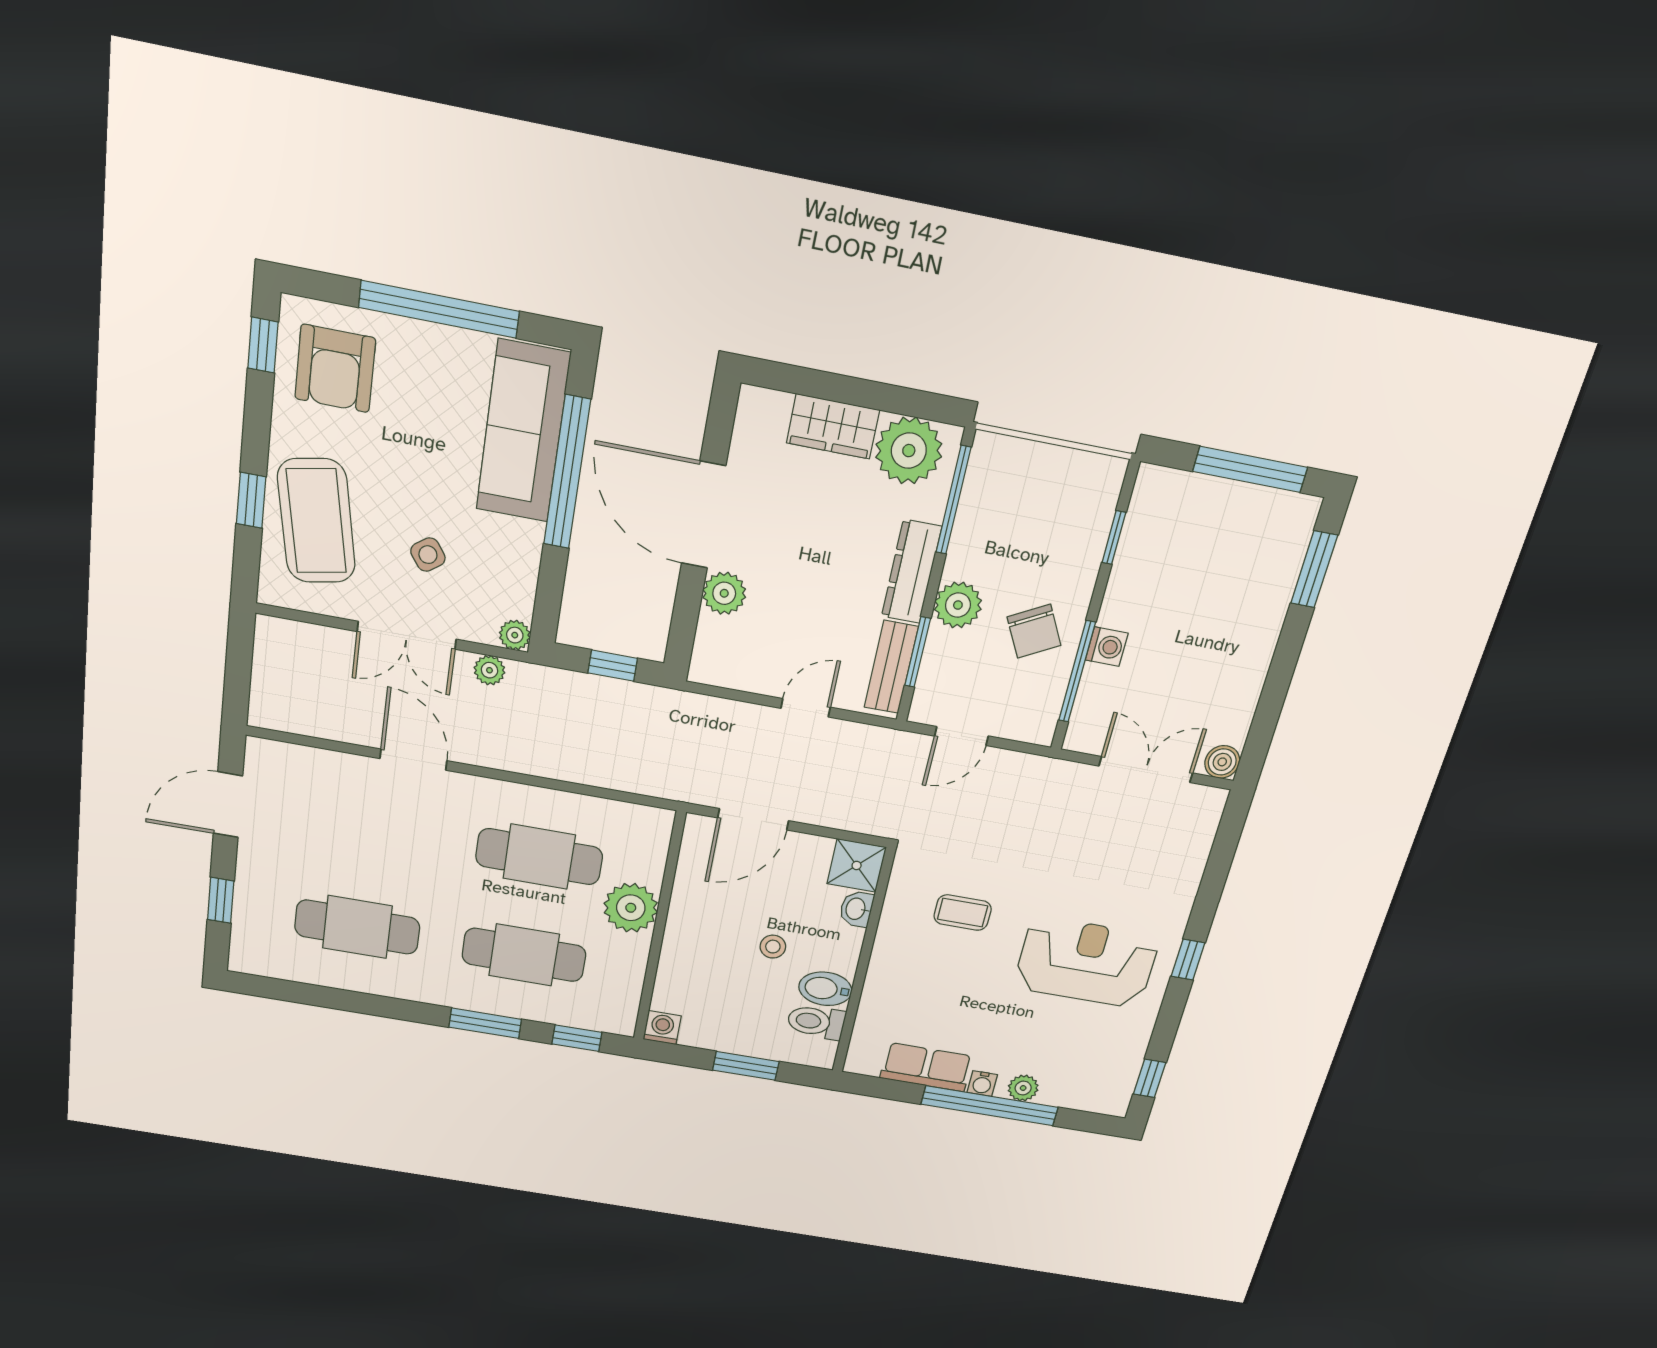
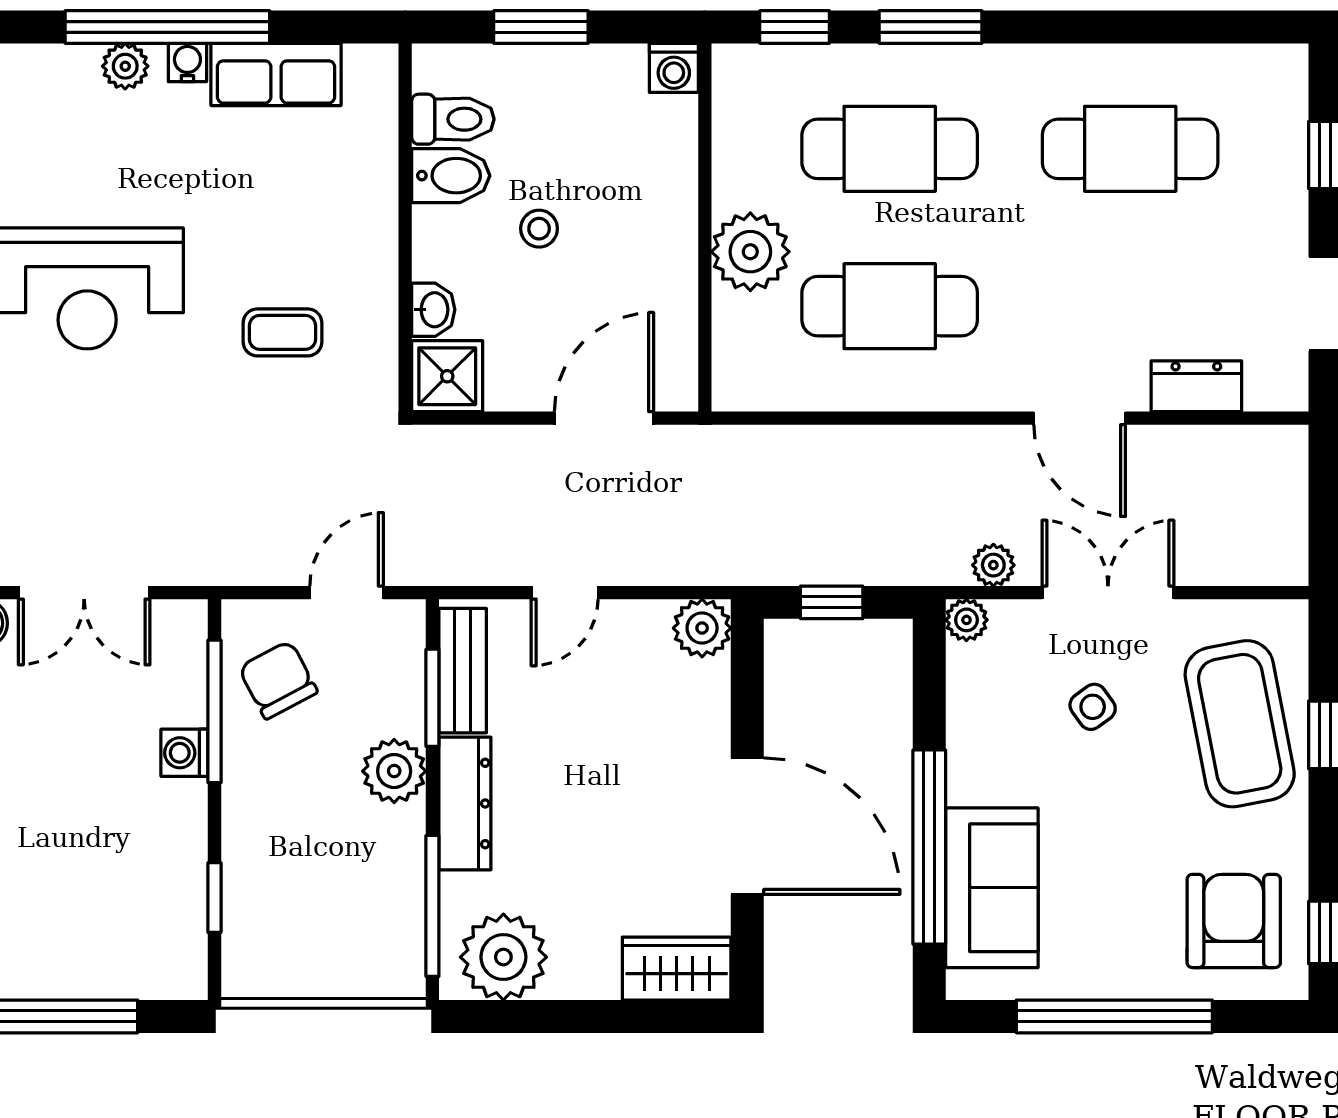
wardrobe: (833, 426) -> (677, 969), moved
sofa: (523, 432) -> (992, 888), width x0.73
plant: (724, 593) -> (702, 628), moved
chair: (1034, 631) -> (278, 680), moved
dresser: (326, 766) -> (1196, 386), added

